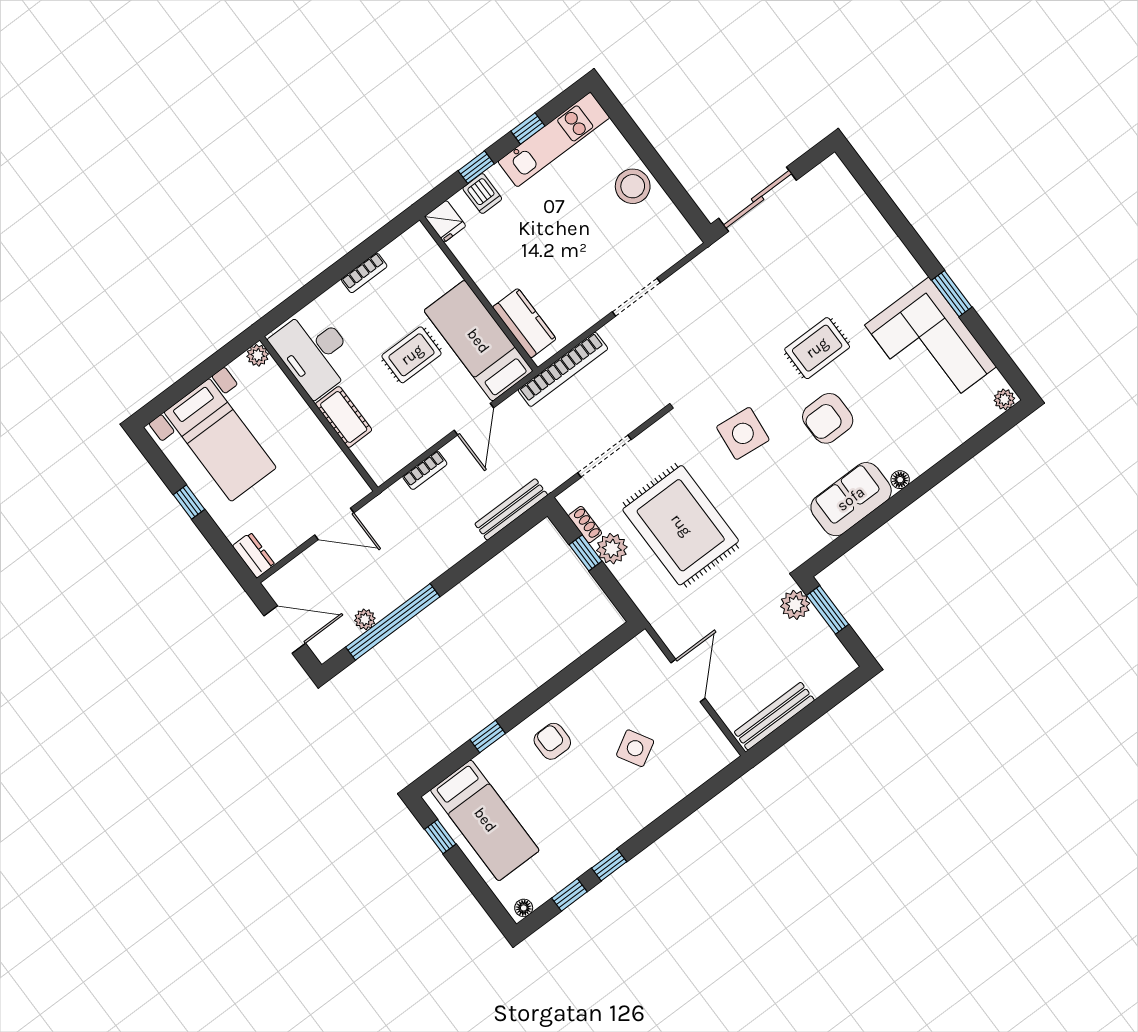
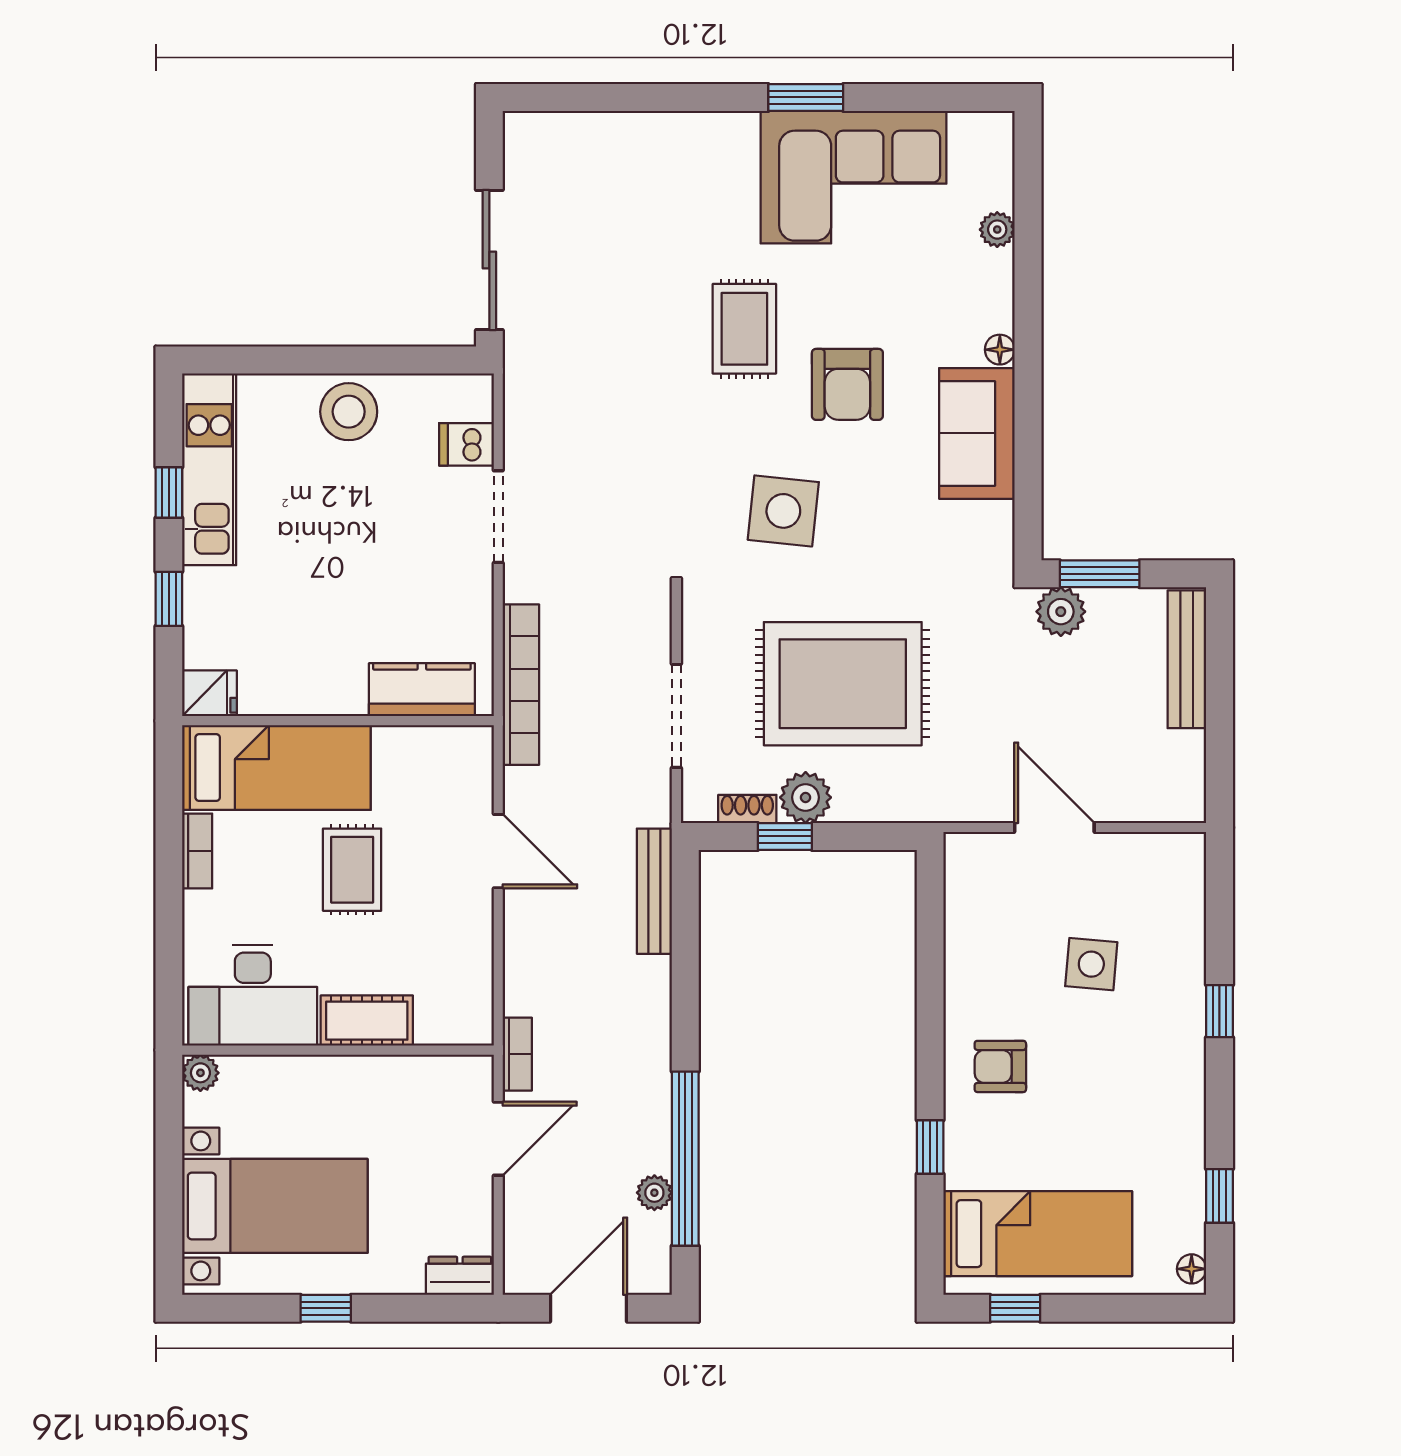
dishwasher: (482, 194) -> (466, 444), moved, turned 180
bed: (478, 341) -> (276, 768), moved, turned 180
plant: (1004, 399) -> (997, 230), moved
bookcase: (425, 470) -> (517, 1054), moved
bench: (774, 716) -> (1187, 659), moved
side table: (635, 748) -> (1091, 964), turned 35
window: (609, 865) -> (1219, 1011), moved

